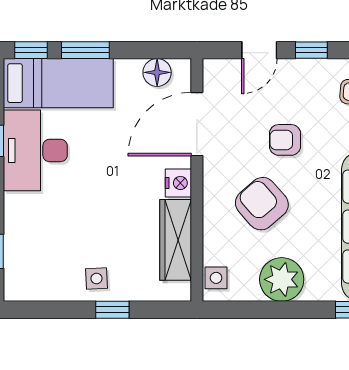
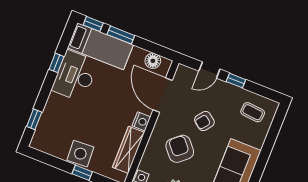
door: (197, 124) -> (163, 95), hinge flipped
armchair: (285, 140) -> (204, 121), turned -52
side table: (96, 279) -> (80, 154), width x1.87, depth x1.87

